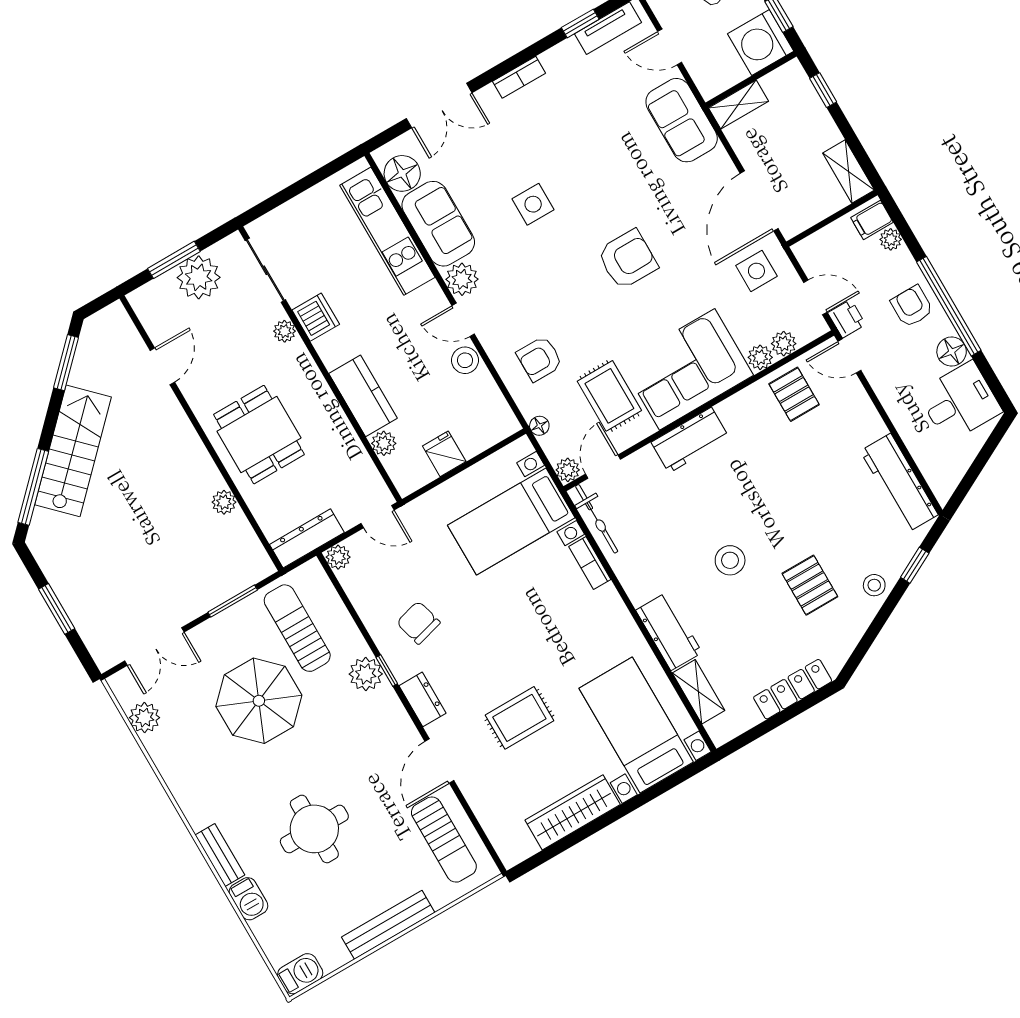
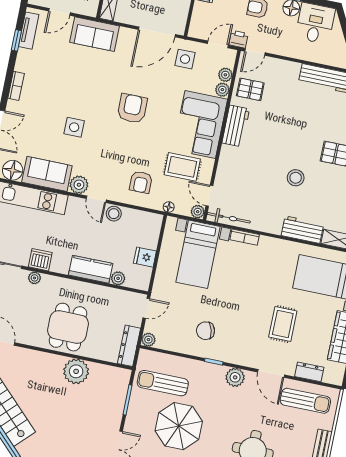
door: (759, 201) -> (157, 32), hinge flipped
door: (463, 320) -> (96, 199), hinge flipped
dining table: (259, 435) -> (68, 327), turned 90
workbench: (690, 440) -> (236, 126), moved
plant: (224, 502) -> (76, 371), width x1.88, depth x1.88
plant: (366, 674) -> (235, 377), moved
dresser: (423, 699) -> (309, 372), moved

